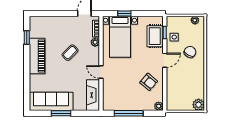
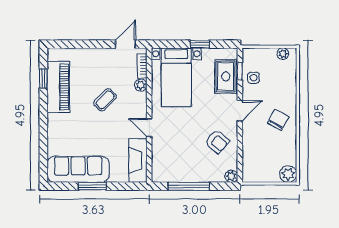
window: (124, 13) -> (200, 44), moved
chair: (190, 52) -> (278, 120), moved
piano: (37, 56) -> (58, 87), moved

